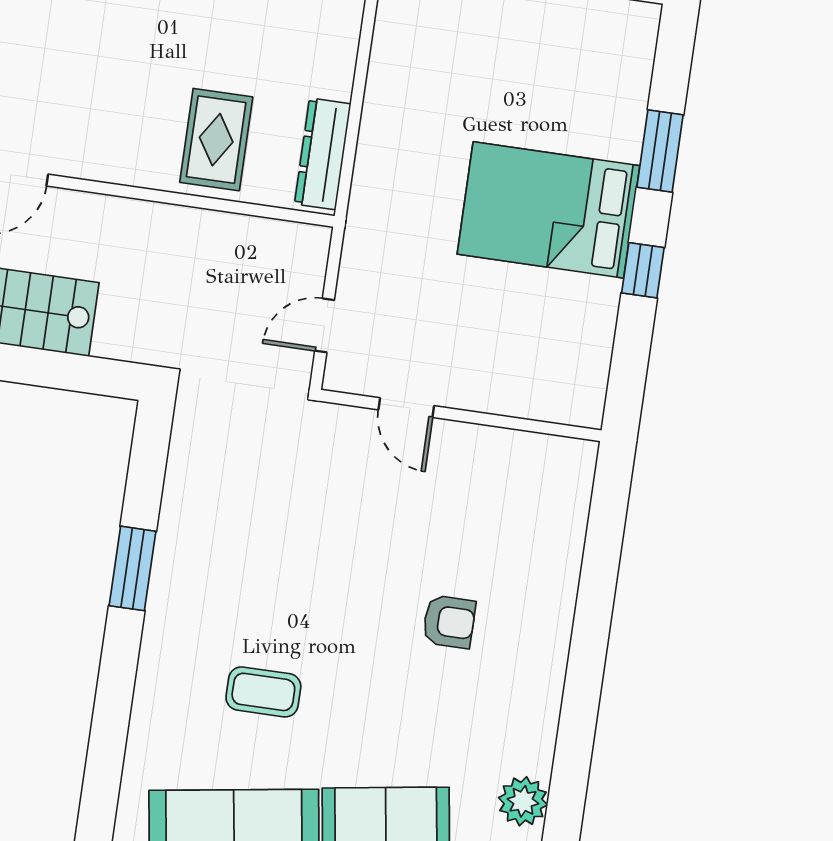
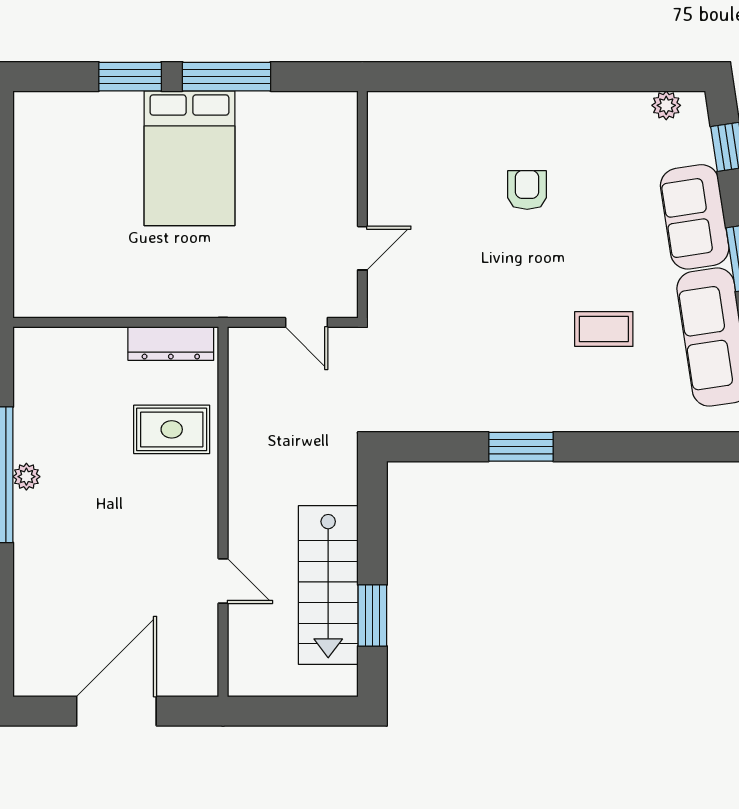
window: (643, 270) -> (226, 77), width x2.17
coffee table: (263, 692) -> (604, 329), turned 90
plant: (523, 801) -> (666, 105), width x0.73, depth x0.73

